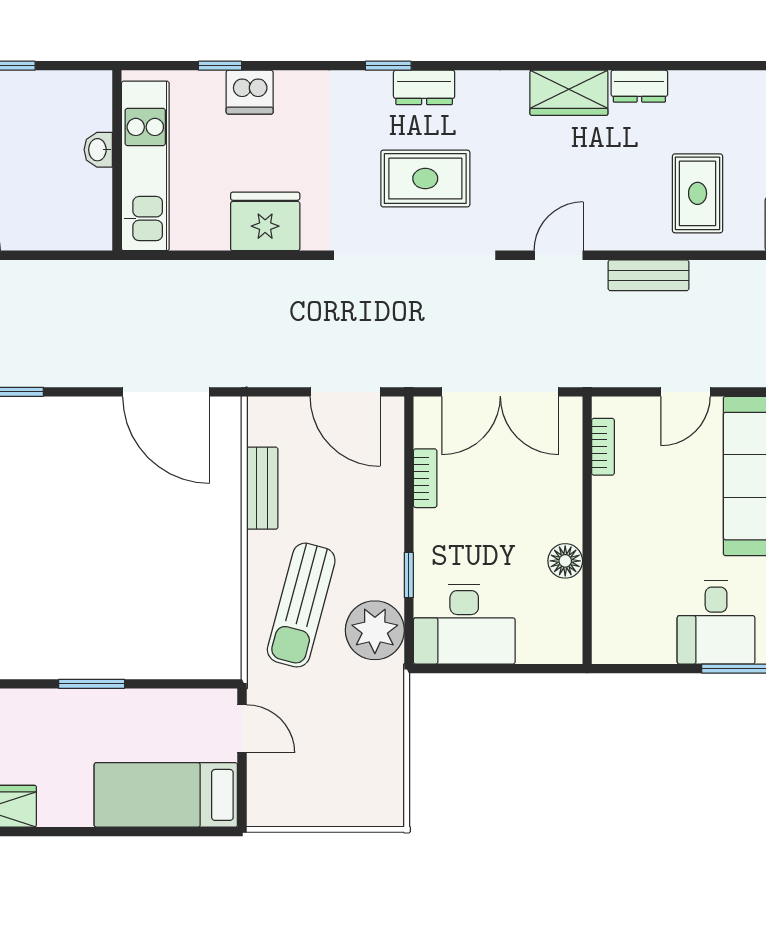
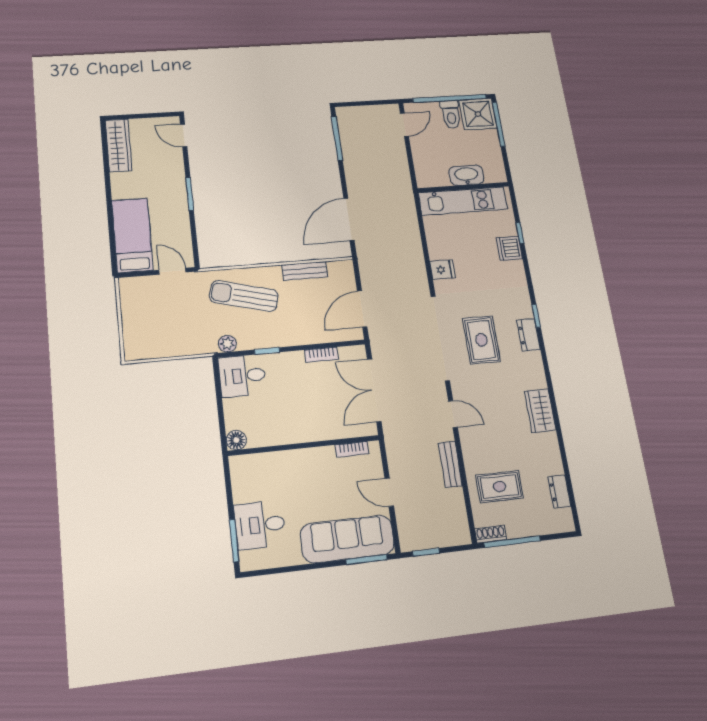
dresser: (639, 86) -> (559, 491), moved
washbasin: (98, 150) -> (466, 175), width x1.91, depth x1.45
fridge: (265, 221) -> (443, 270), width x0.53, depth x0.75
floor lamp: (565, 561) -> (236, 440), moved
desk: (464, 624) -> (242, 376), width x0.73
plant: (375, 630) -> (227, 344), width x0.53, depth x0.53
door: (242, 729) -> (172, 271), swing flipped

